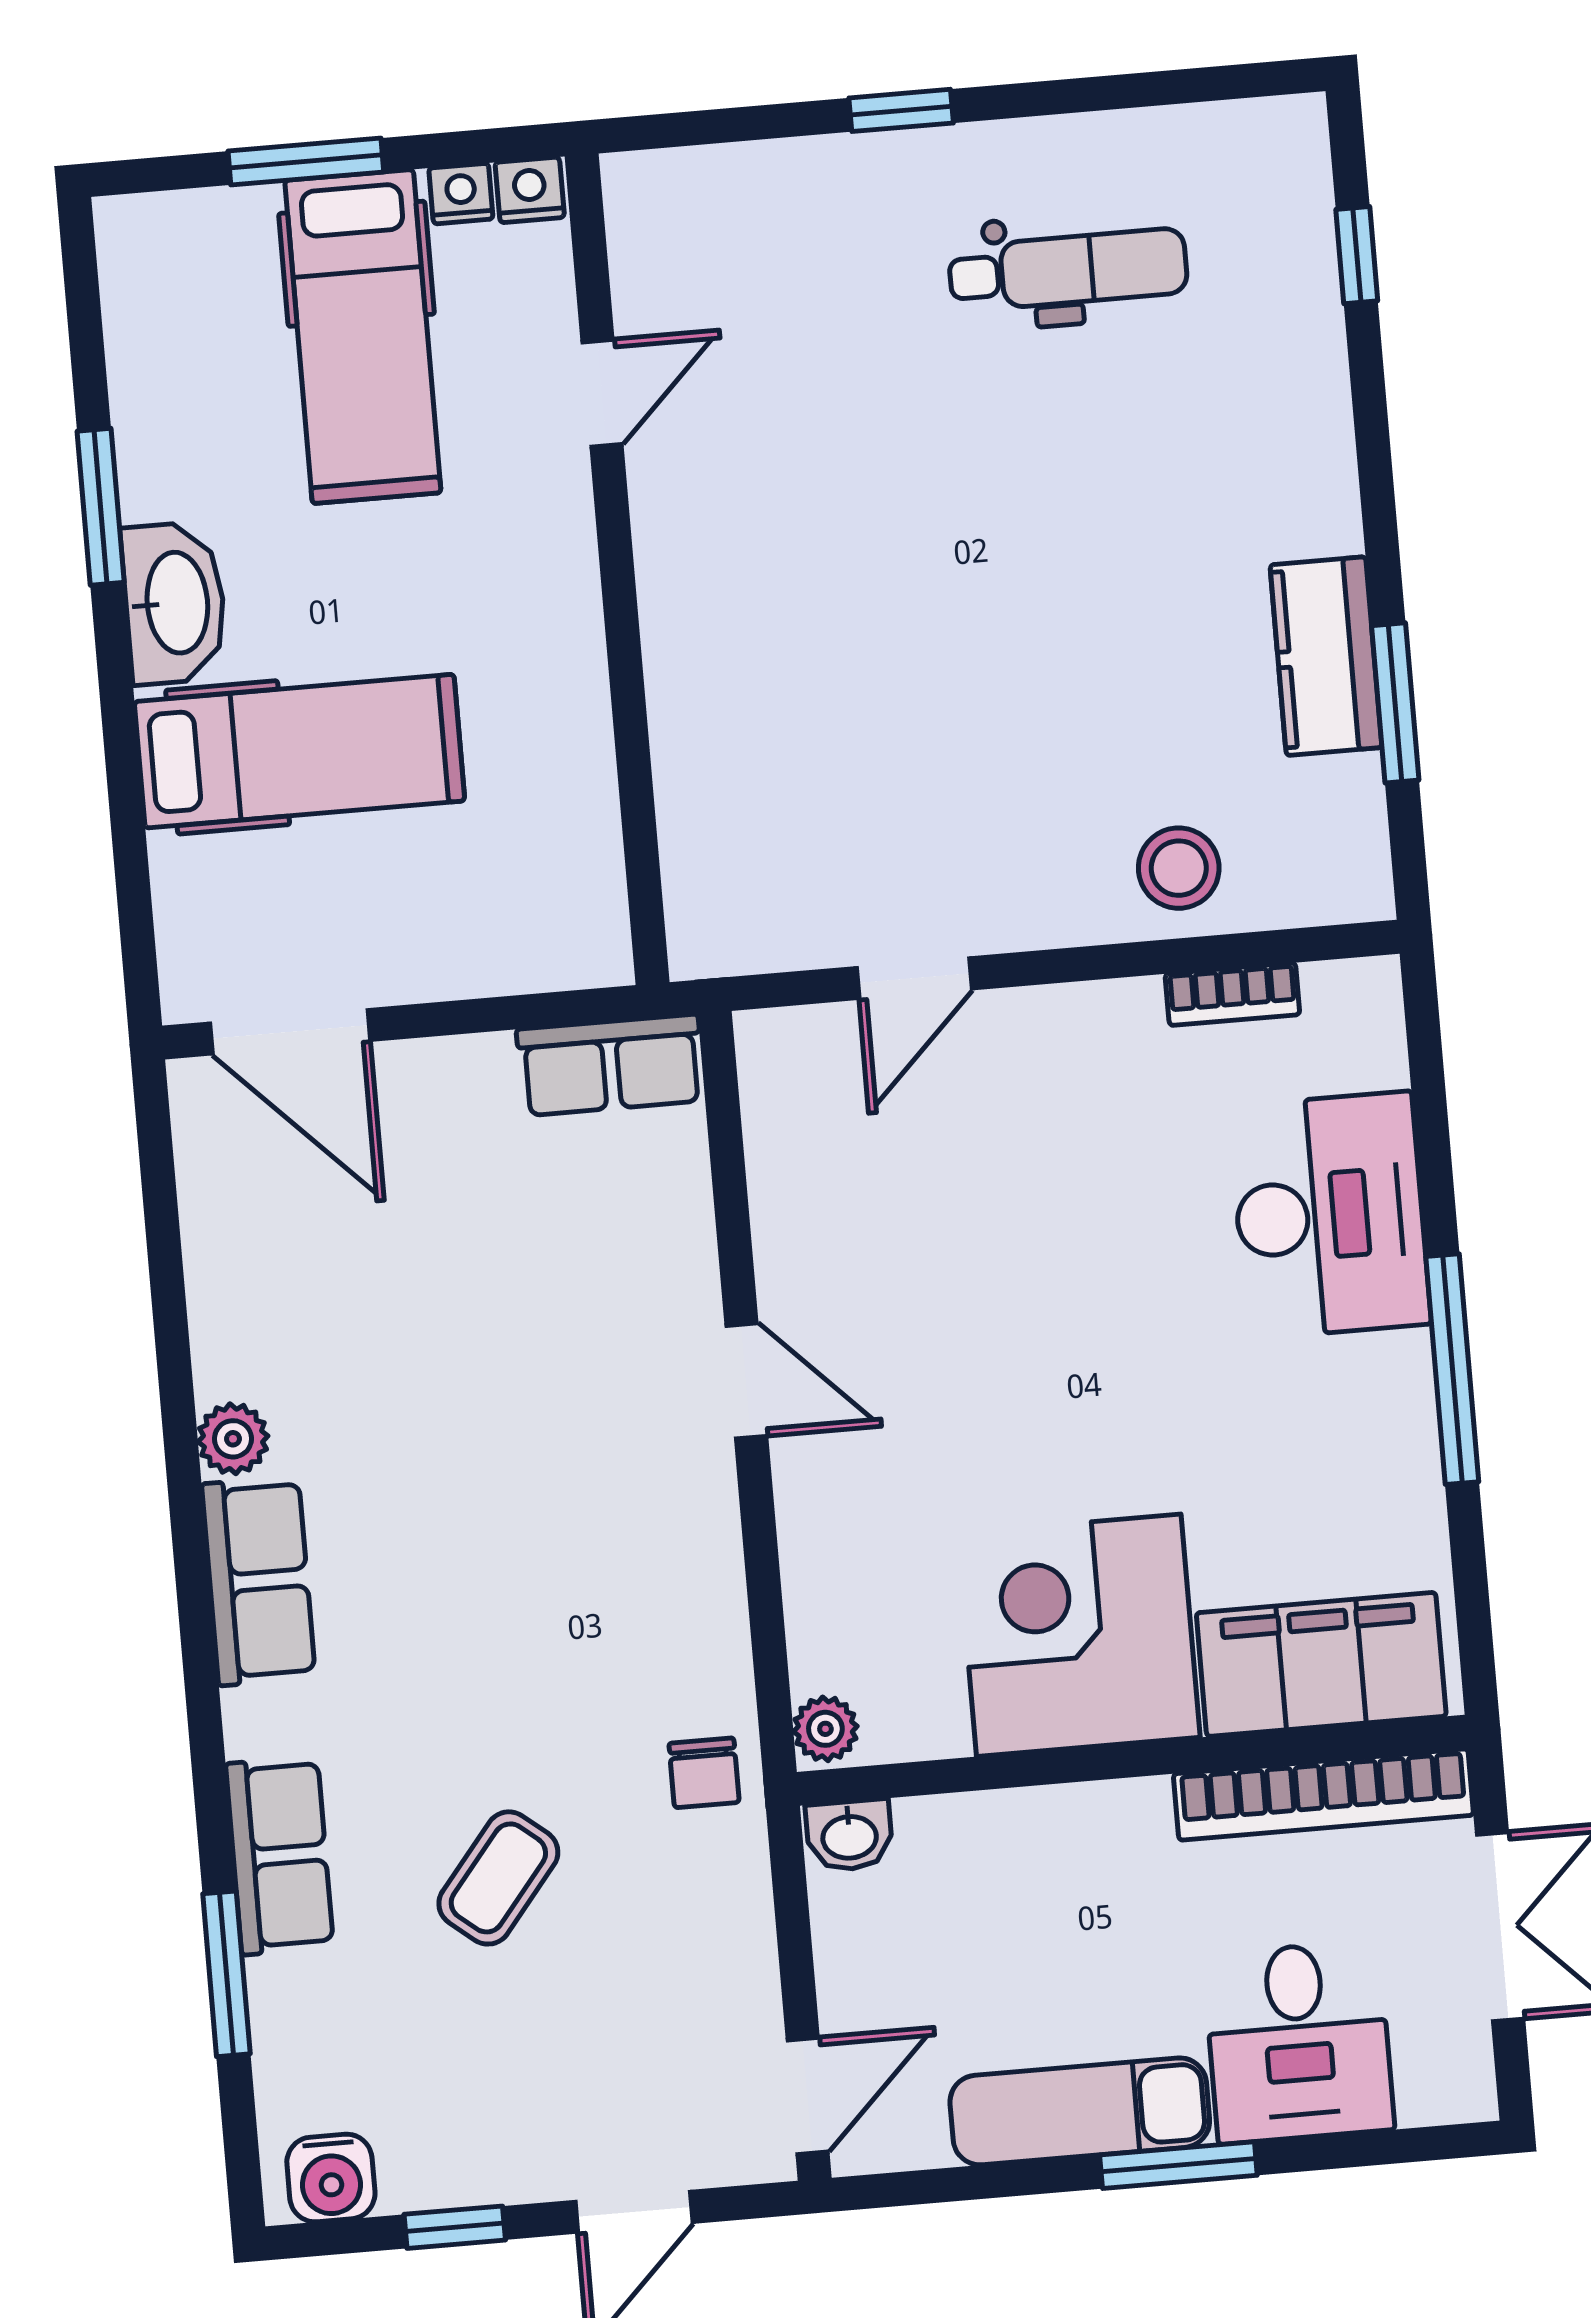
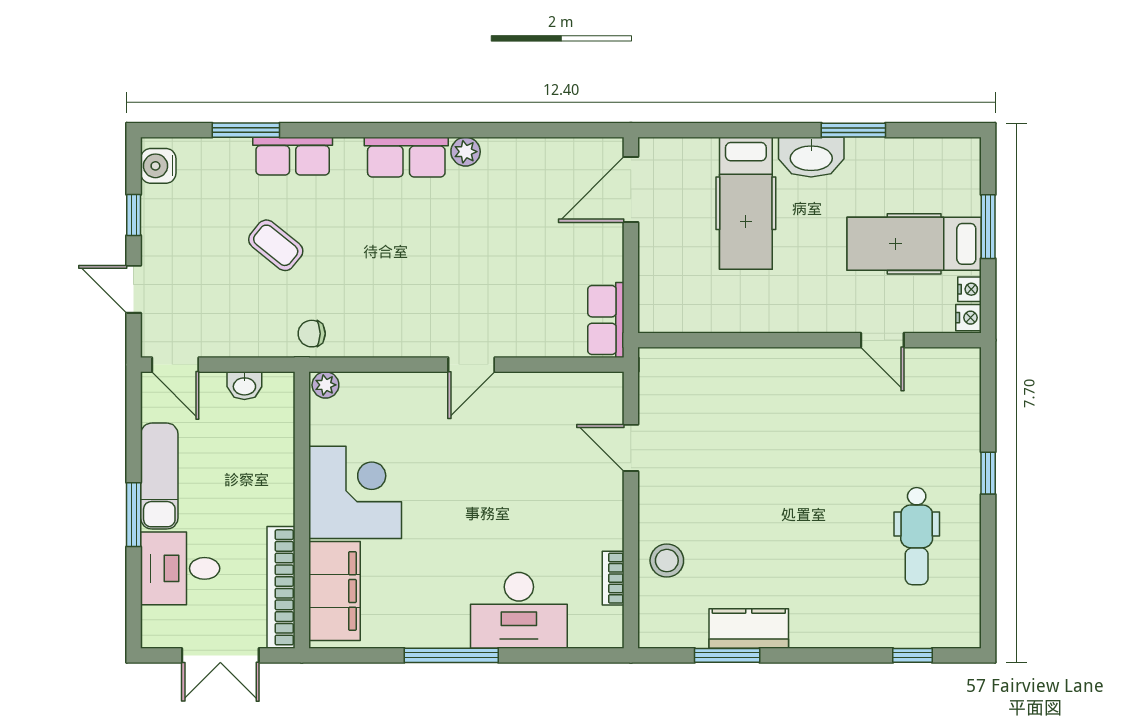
washbasin: (849, 1835) -> (244, 386), moved, turned -90

